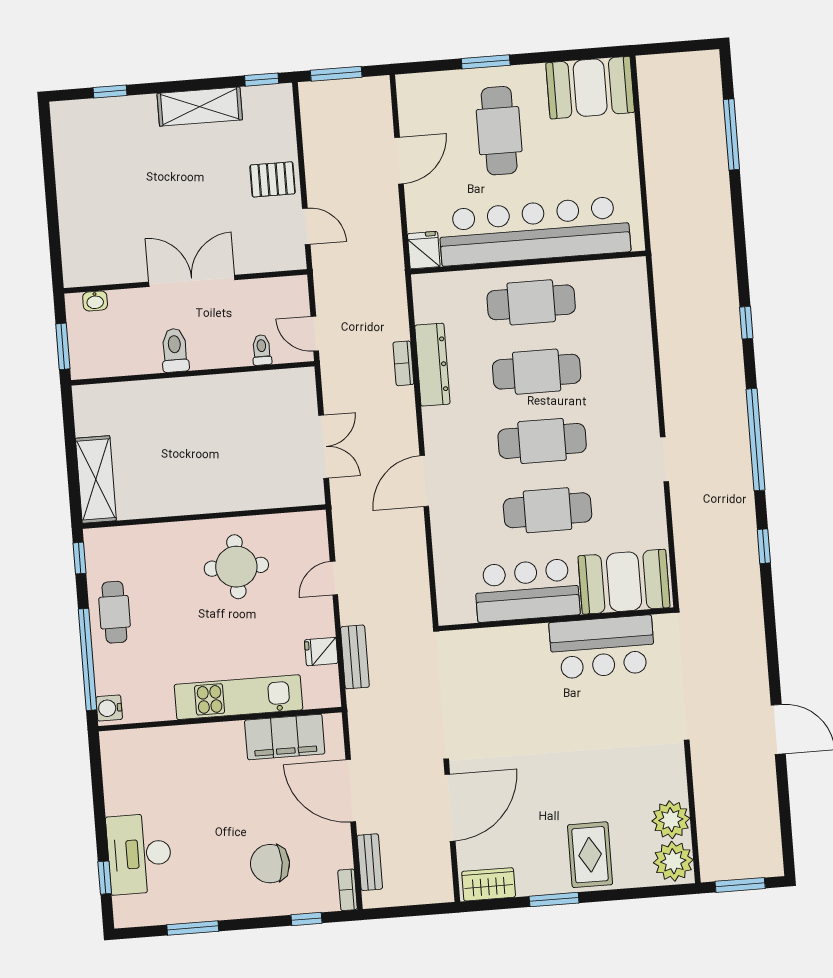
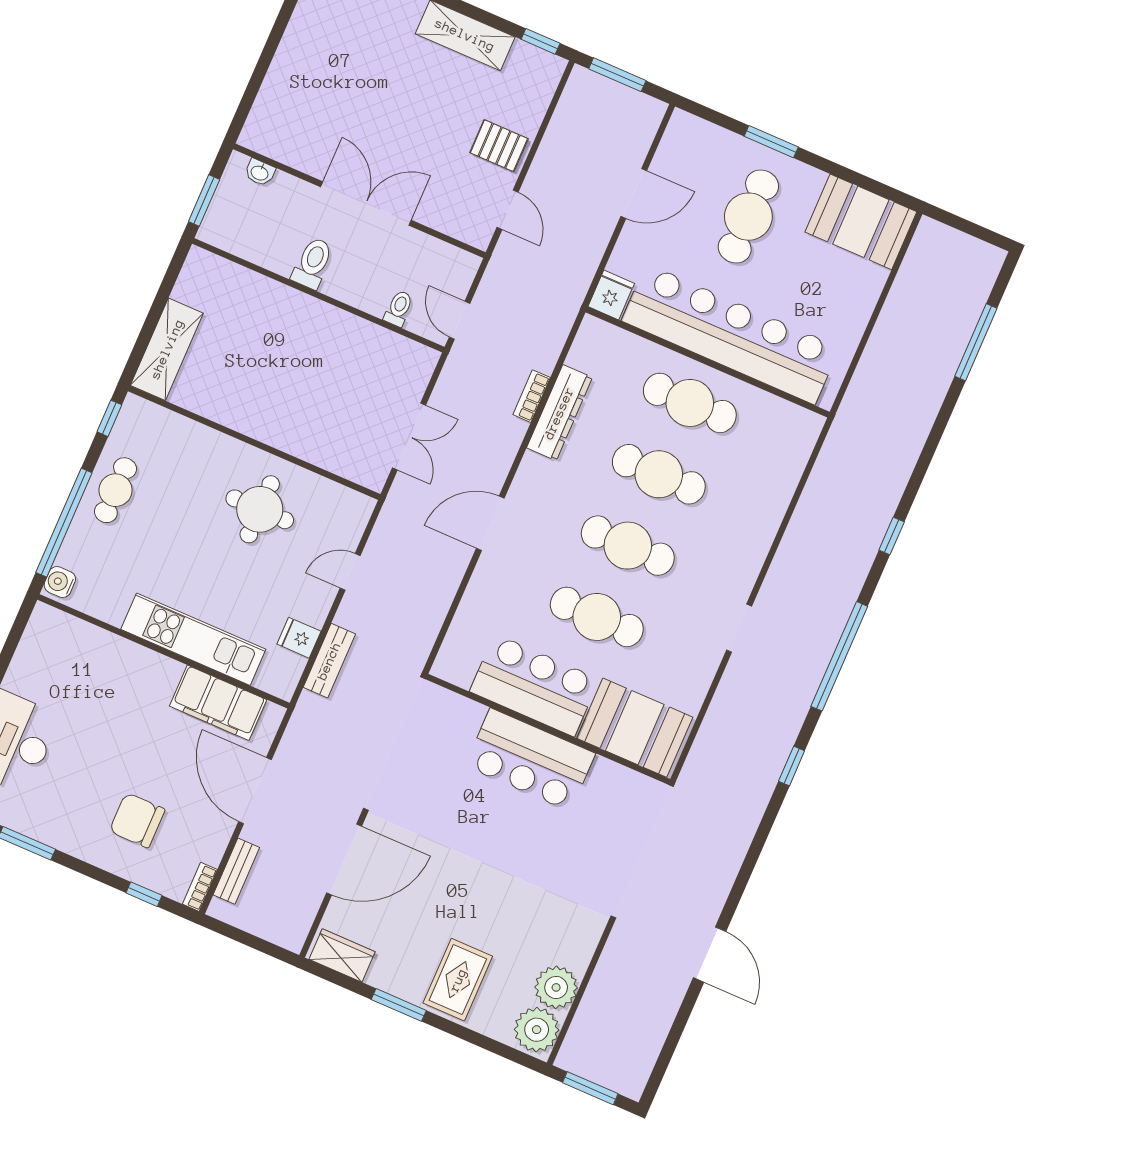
bar counter: (602, 647) -> (530, 760), moved

